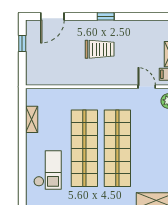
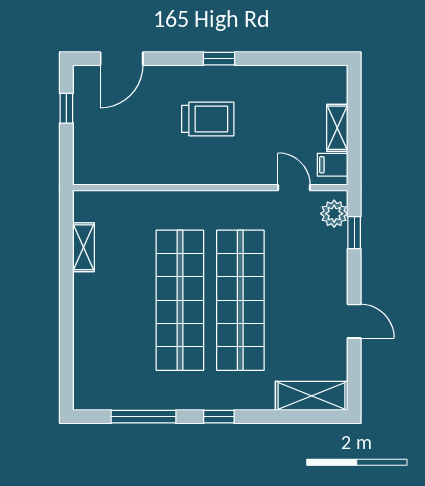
checkout: (48, 170) -> (113, 340), removed

